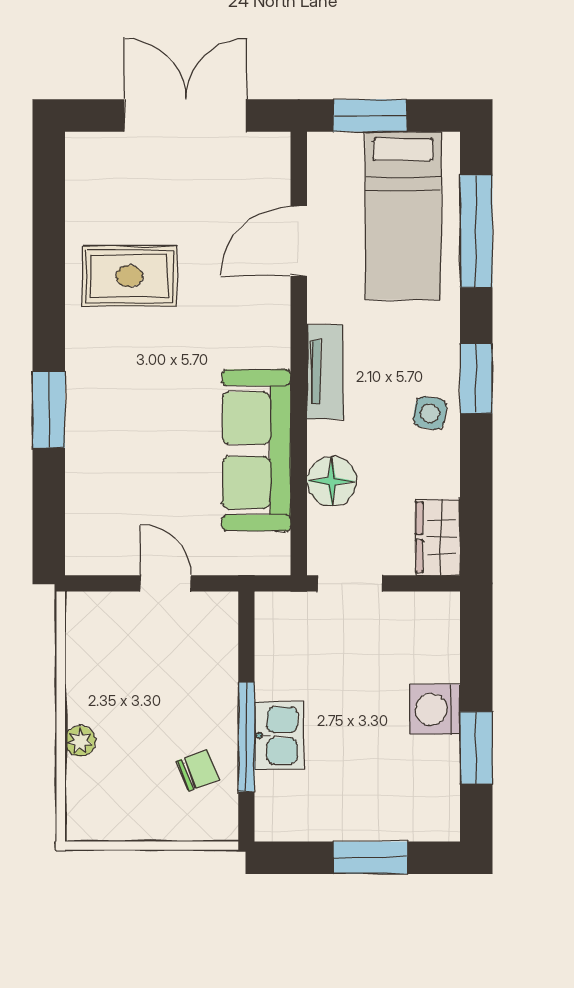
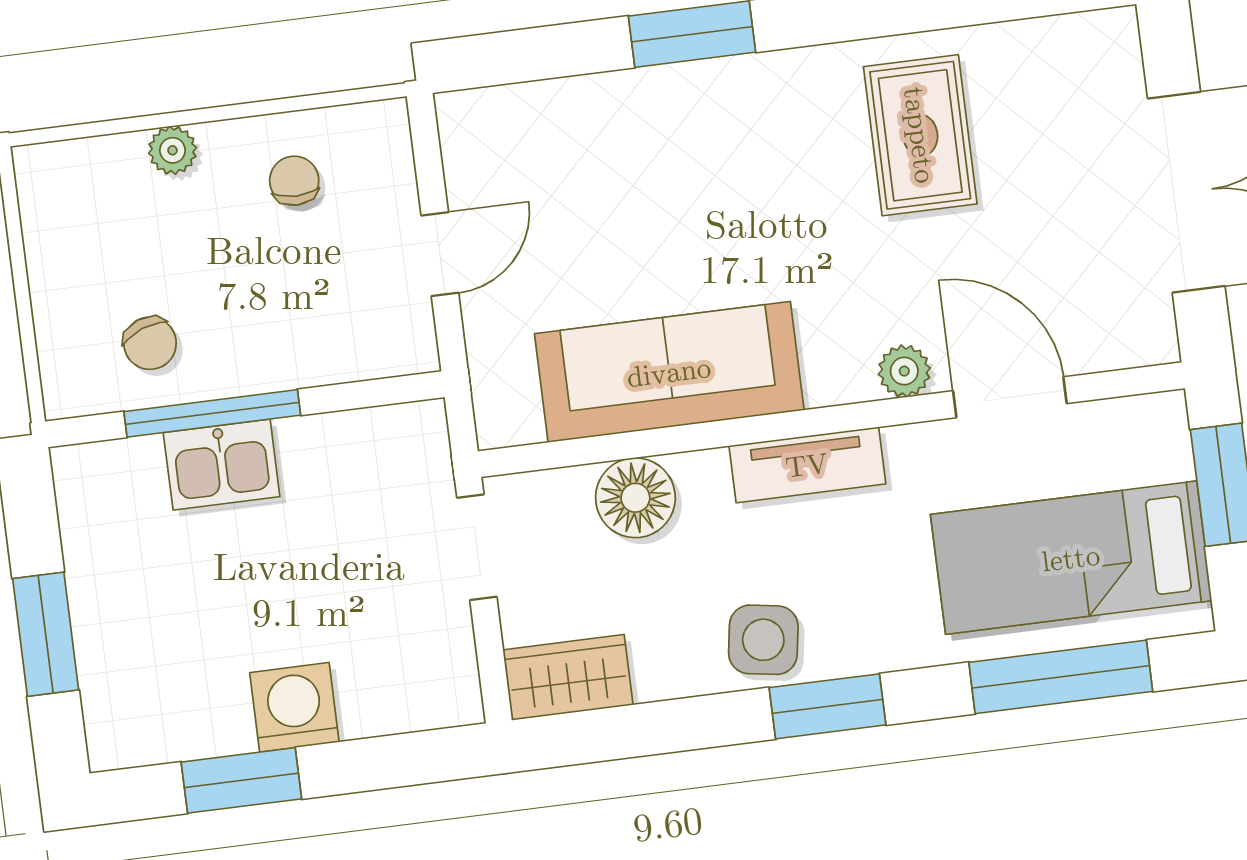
plant: (274, 304) -> (904, 371), added
side table: (430, 413) -> (763, 640), width x1.37, depth x1.37
chair: (108, 668) -> (294, 181), added

